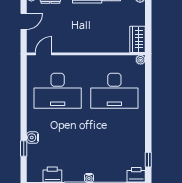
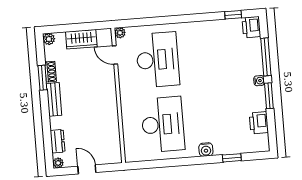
wardrobe: (138, 39) -> (81, 39), moved
door: (44, 54) -> (115, 55), moved
water cooler: (33, 138) -> (206, 150), moved

